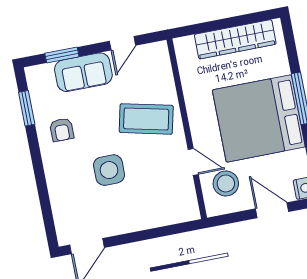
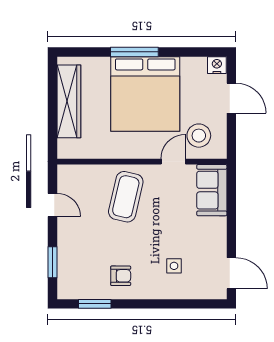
sofa: (83, 72) -> (212, 190), moved, turned 180
side table: (109, 170) -> (174, 266), moved, width x0.54, depth x0.54
door: (272, 210) -> (231, 98), swing flipped

